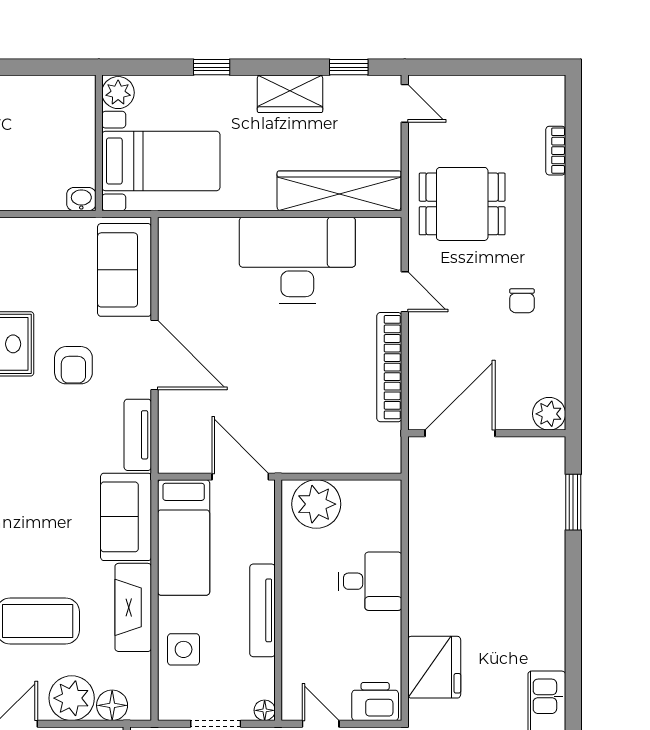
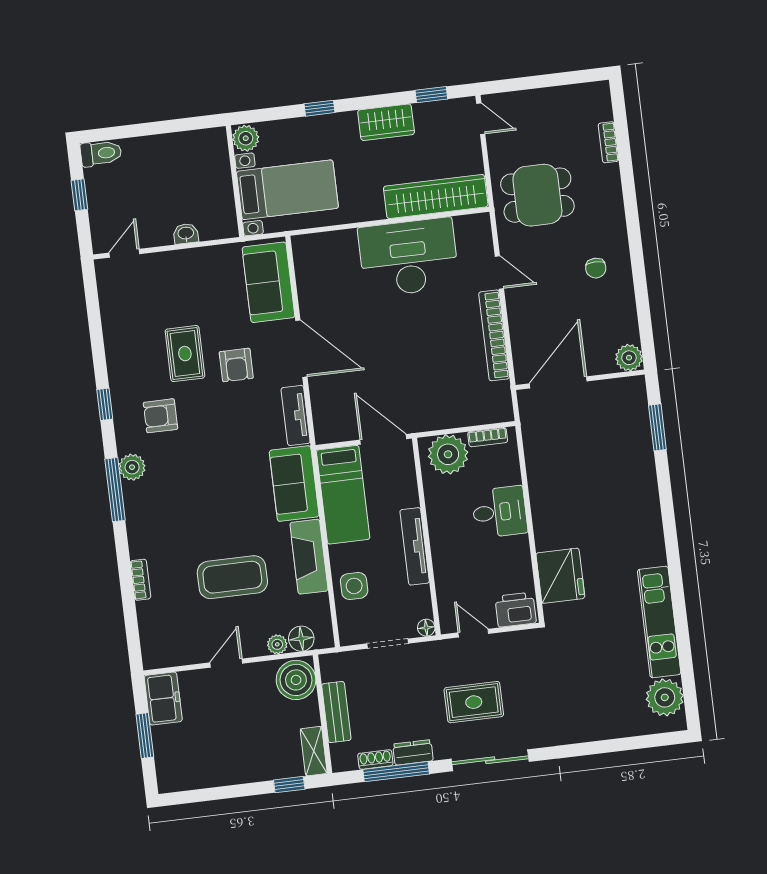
washbasin: (81, 199) -> (186, 234), moved
bookcase: (367, 489) -> (488, 437), added
plant: (72, 698) -> (277, 644), width x0.53, depth x0.53

